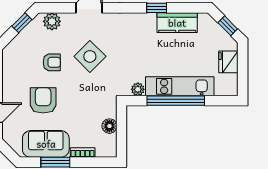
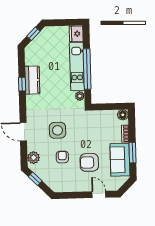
kitchen counter: (177, 23) -> (32, 80), moved
side table: (90, 56) -> (57, 130), turned 45
fridge: (228, 62) -> (76, 34), moved, turned 90
floor lamp: (109, 126) -> (123, 115), moved

